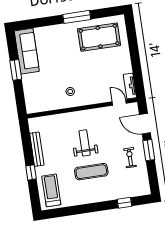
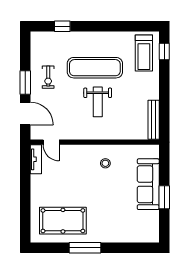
sofa: (27, 51) -> (148, 184), moved
bench: (37, 149) -> (154, 120), moved
window: (31, 172) -> (164, 52), moved
exercise mat: (91, 172) -> (95, 68), width x1.36, depth x1.45

